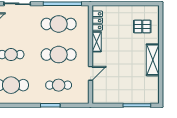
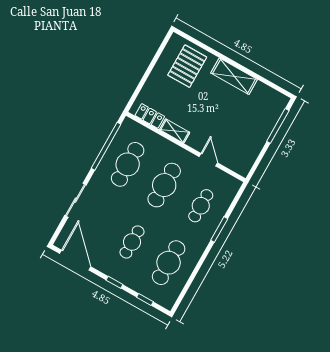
pallet: (142, 26) -> (187, 66), width x1.50, depth x1.42

